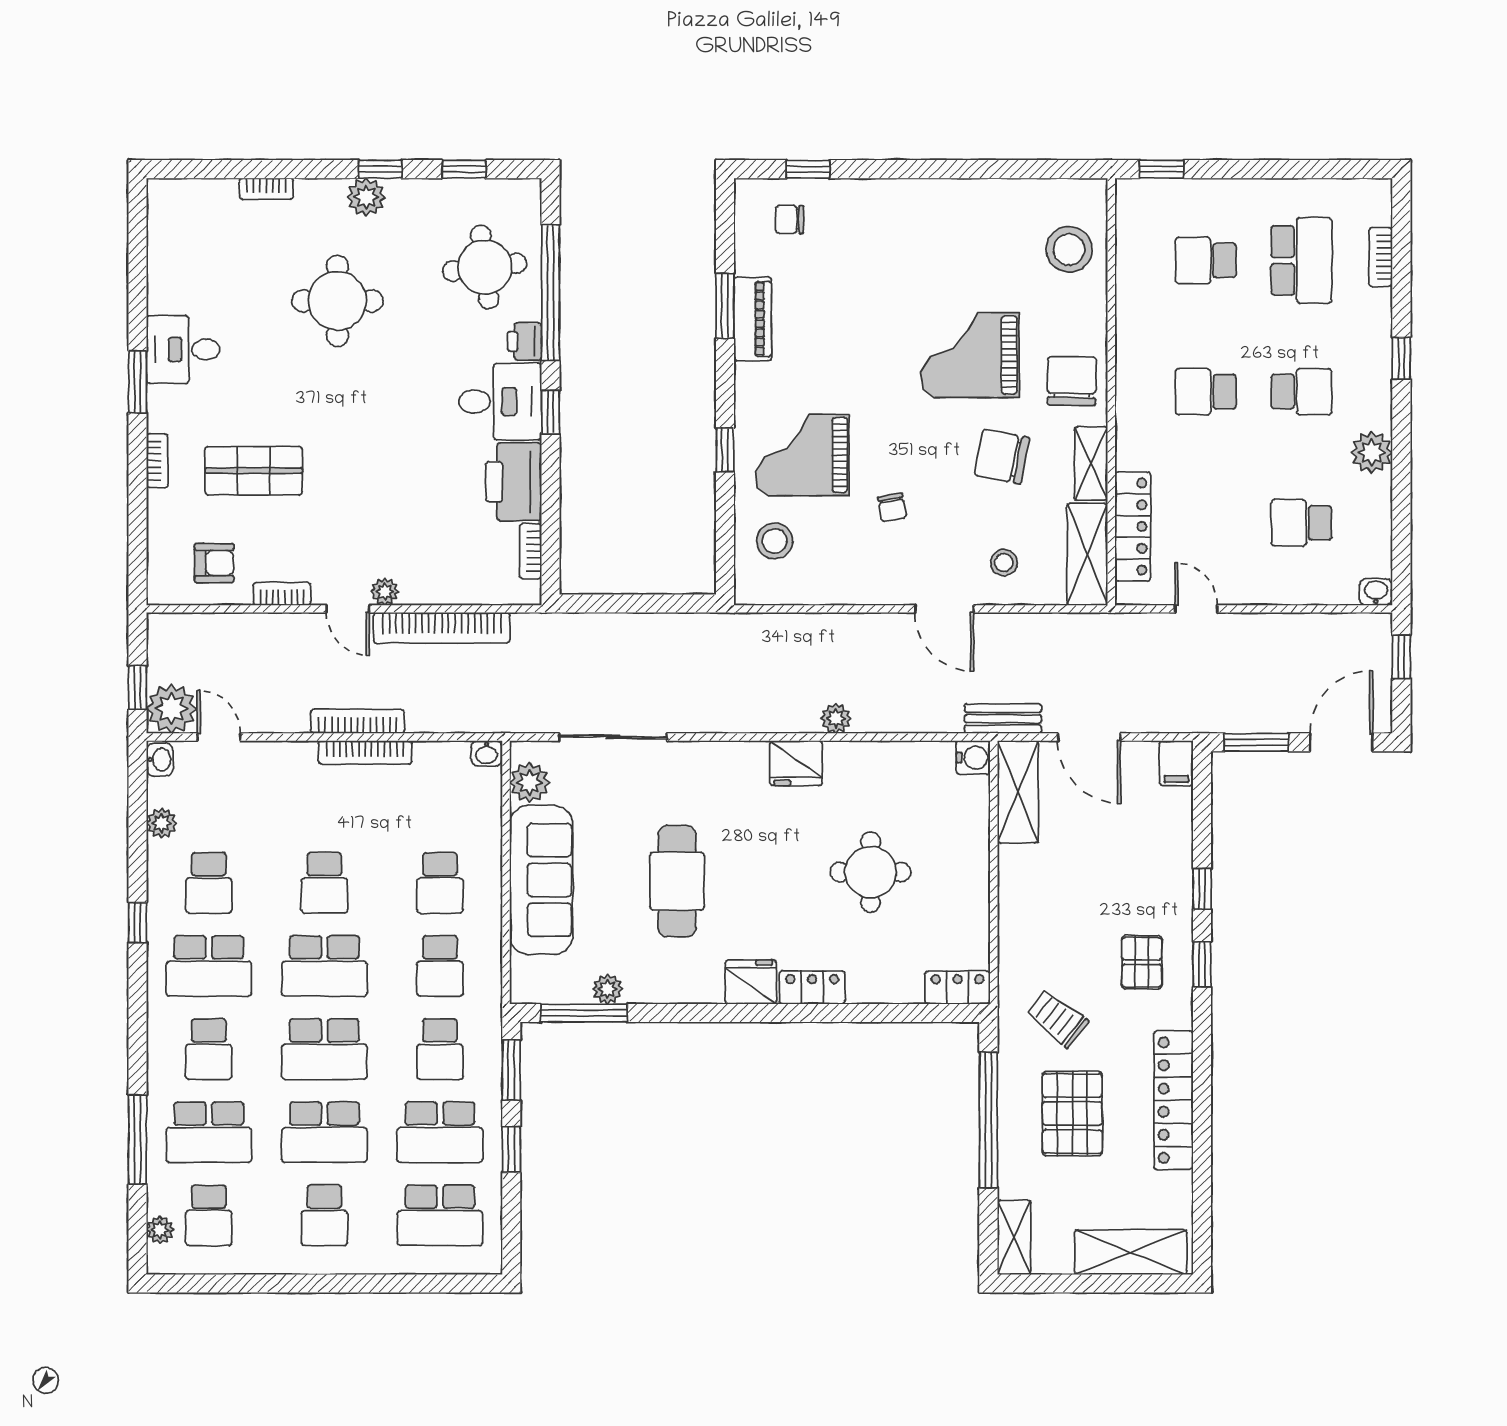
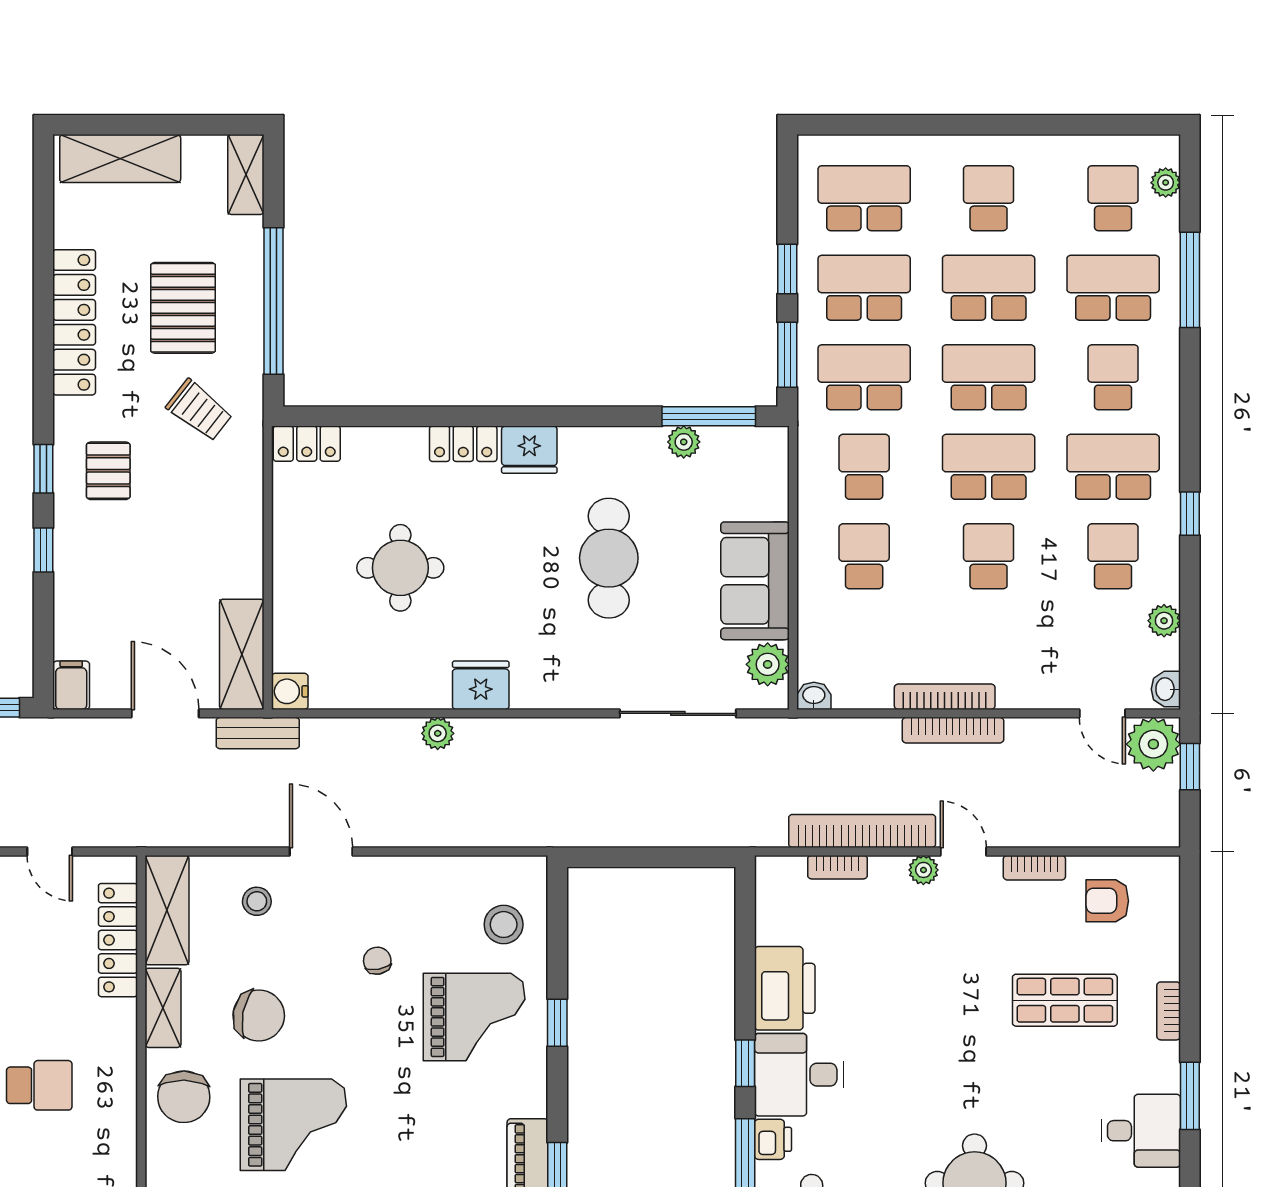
bookcase: (531, 551) -> (837, 867), moved, turned 90
sofa: (541, 880) -> (755, 581), width x0.73
school desk: (440, 1049) -> (864, 377), width x1.85

